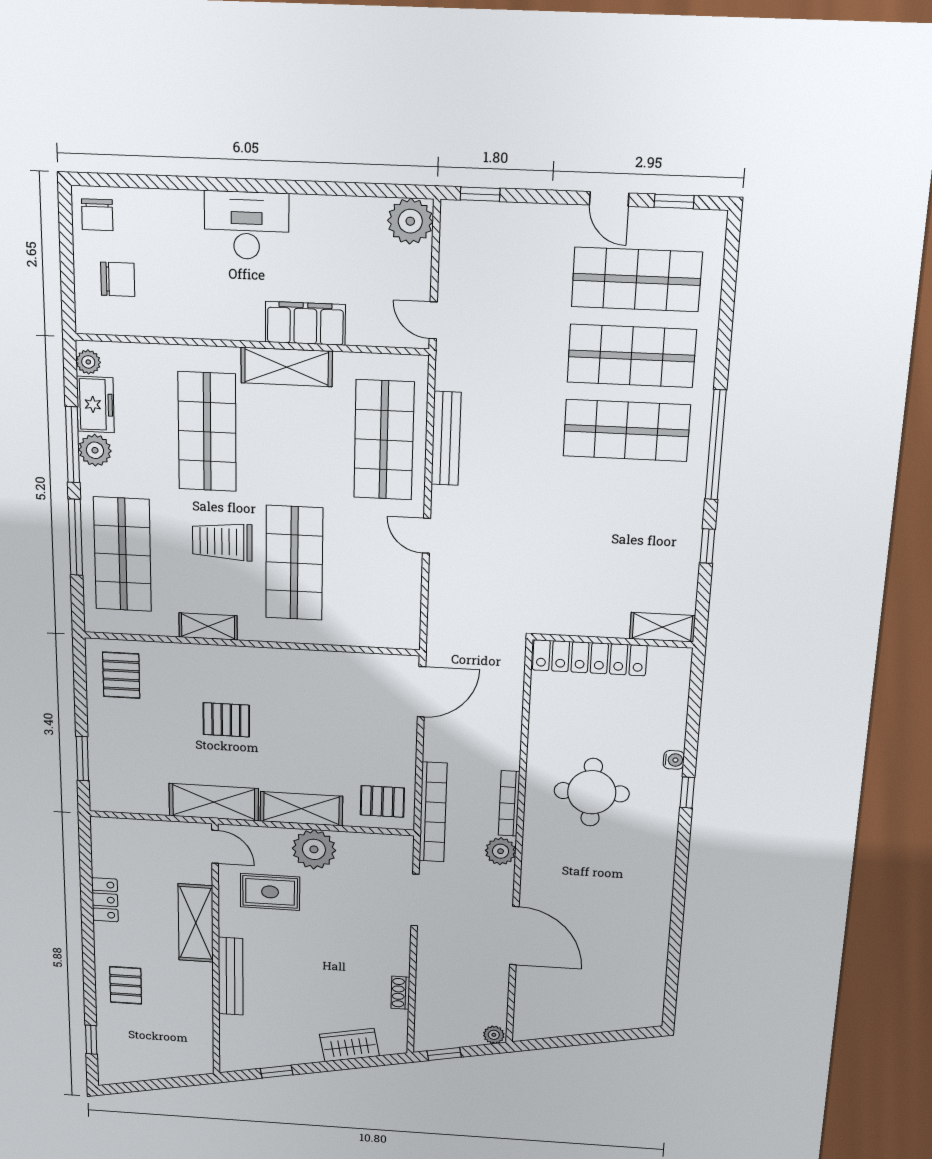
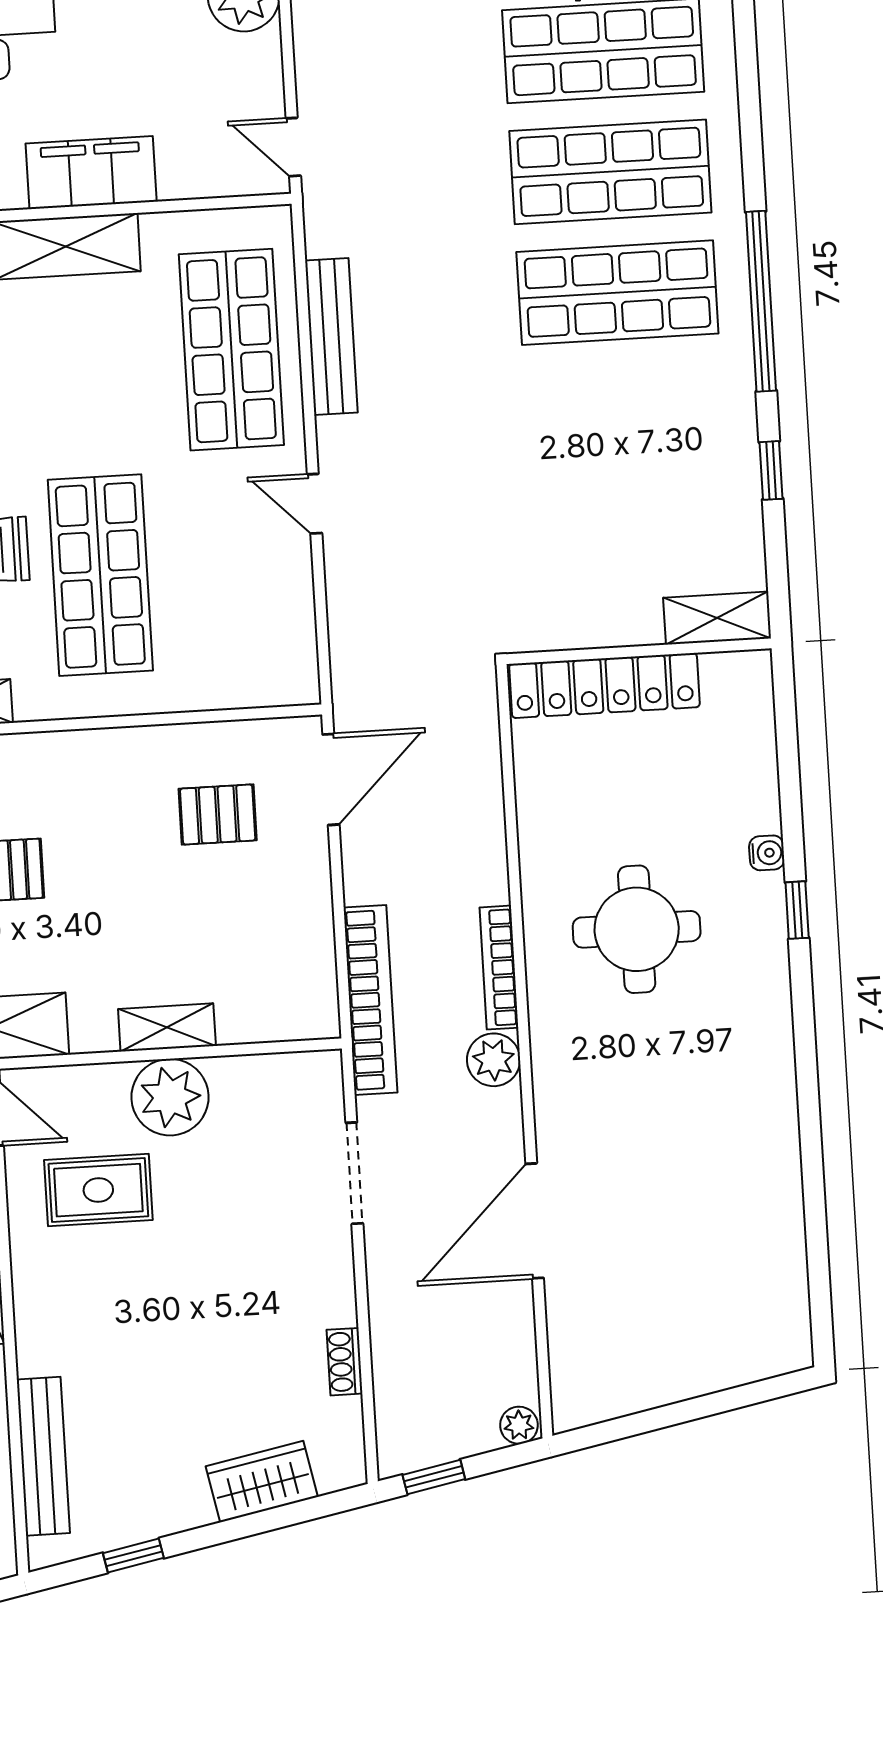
pallet: (382, 801) -> (218, 815), moved
shelving: (301, 809) -> (167, 1027), width x0.67, depth x0.75
door: (514, 936) -> (535, 1221), swing flipped
bench: (231, 976) -> (43, 1456), moved

